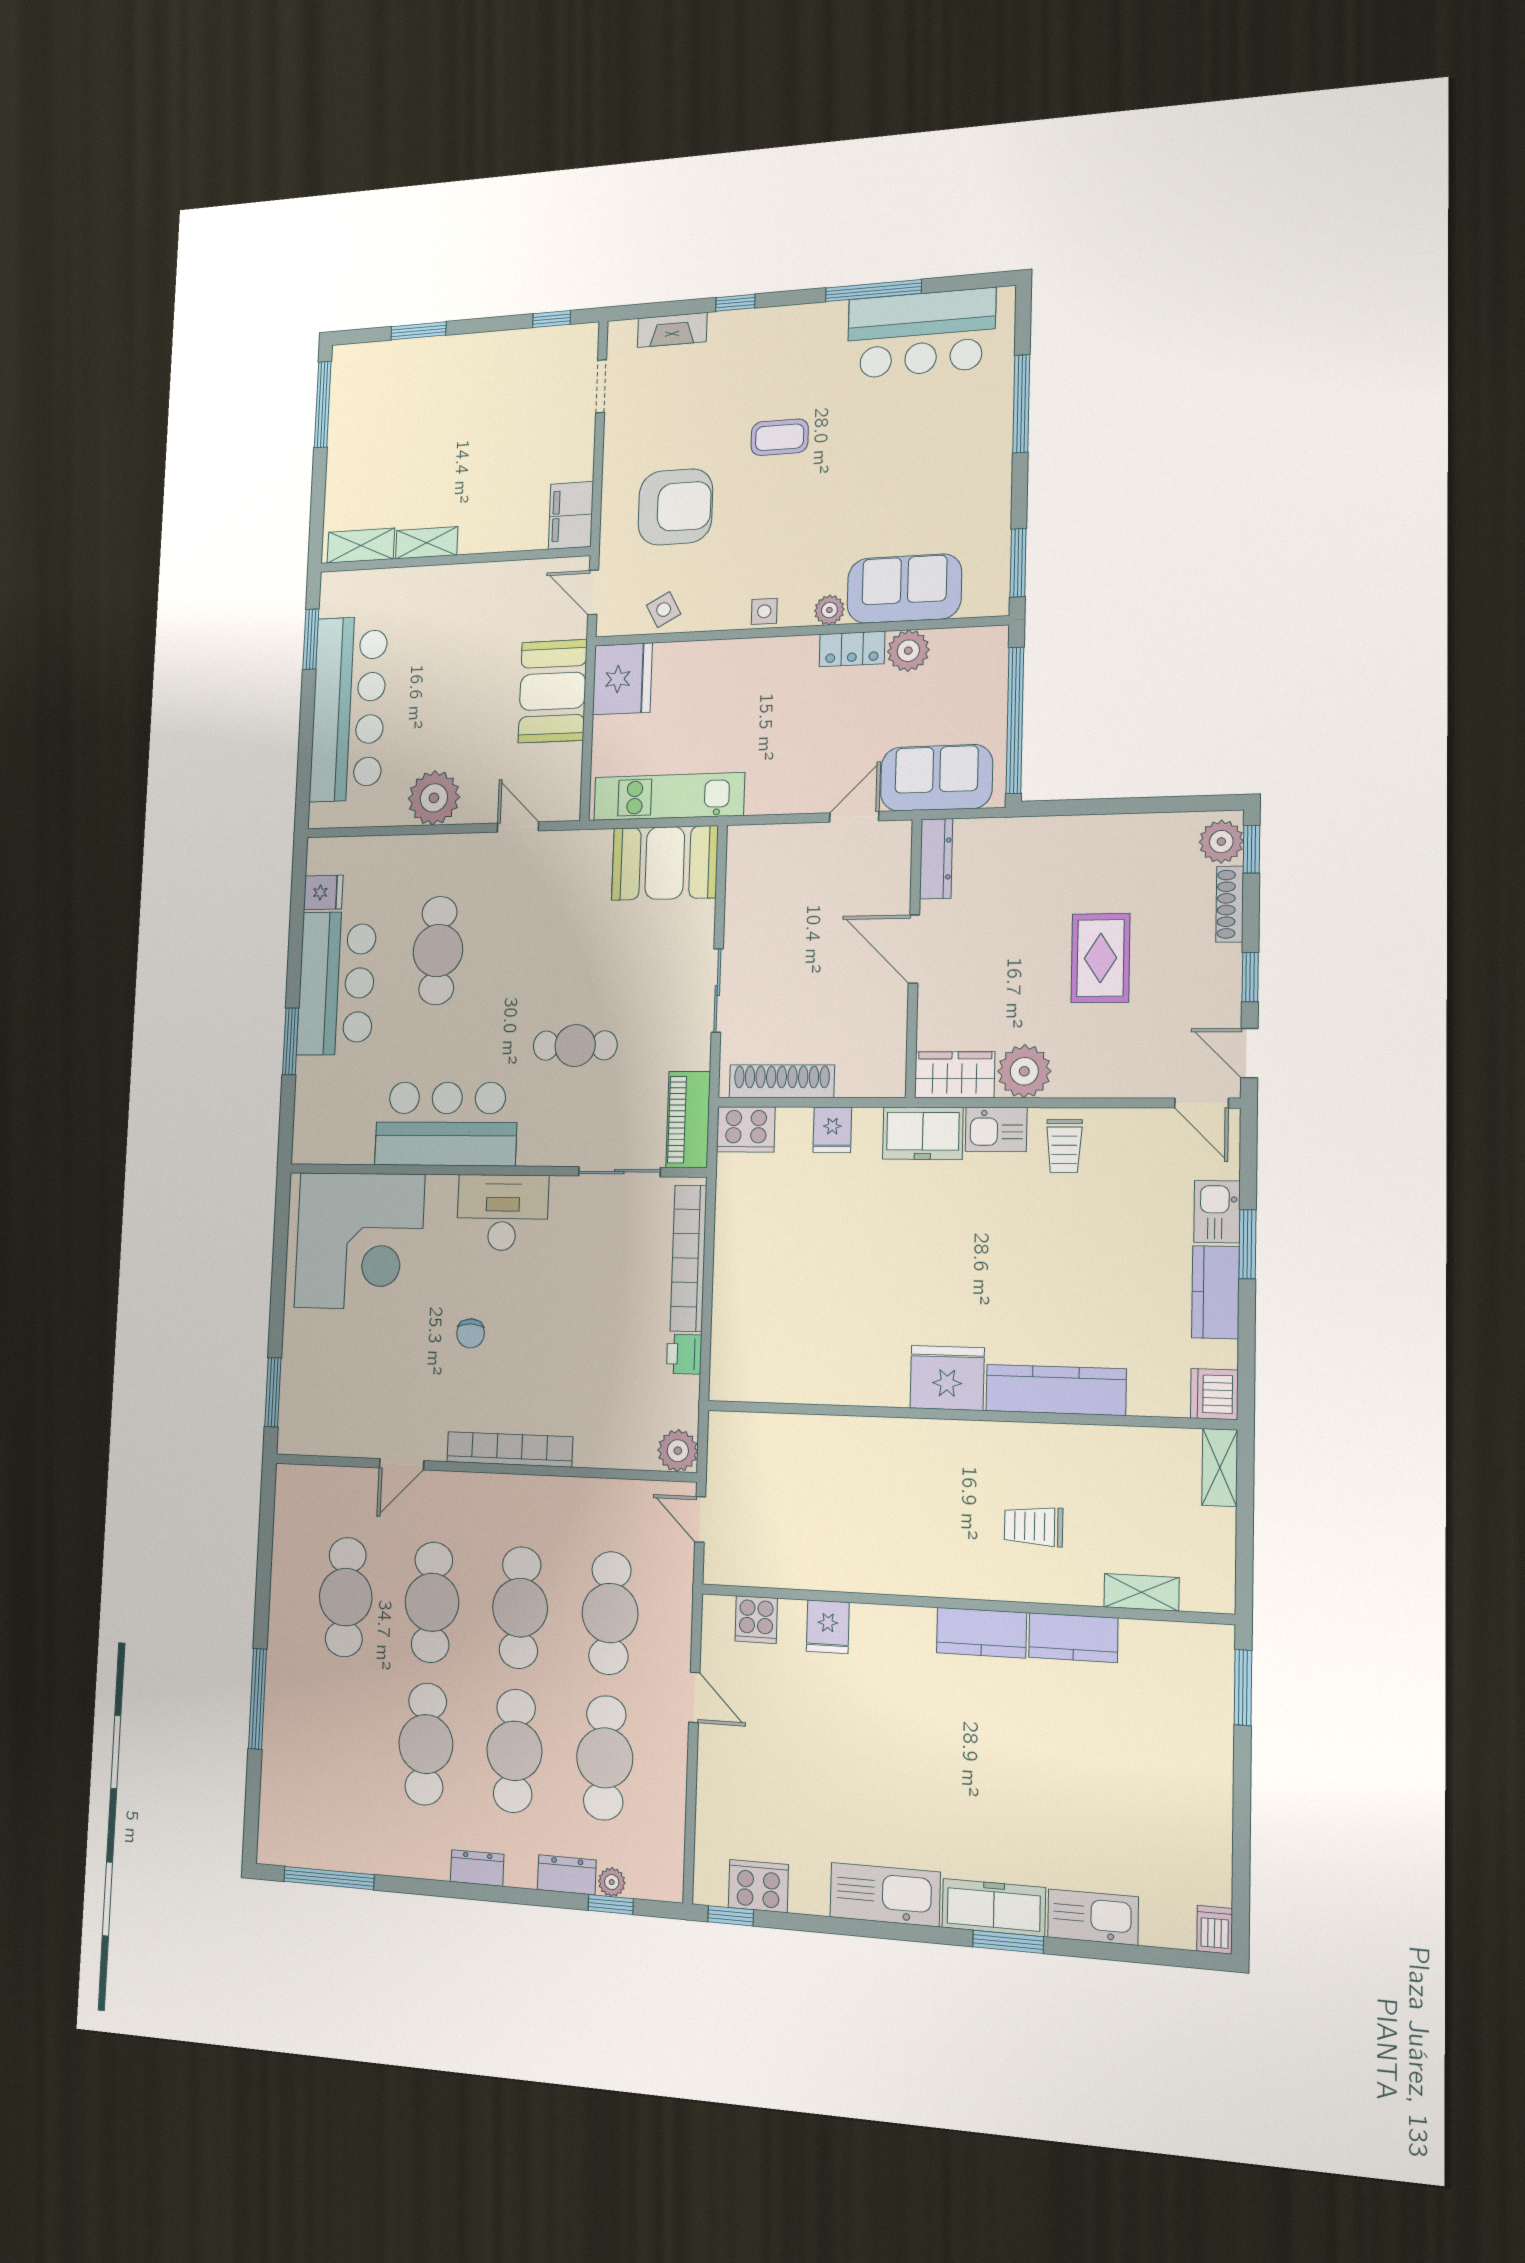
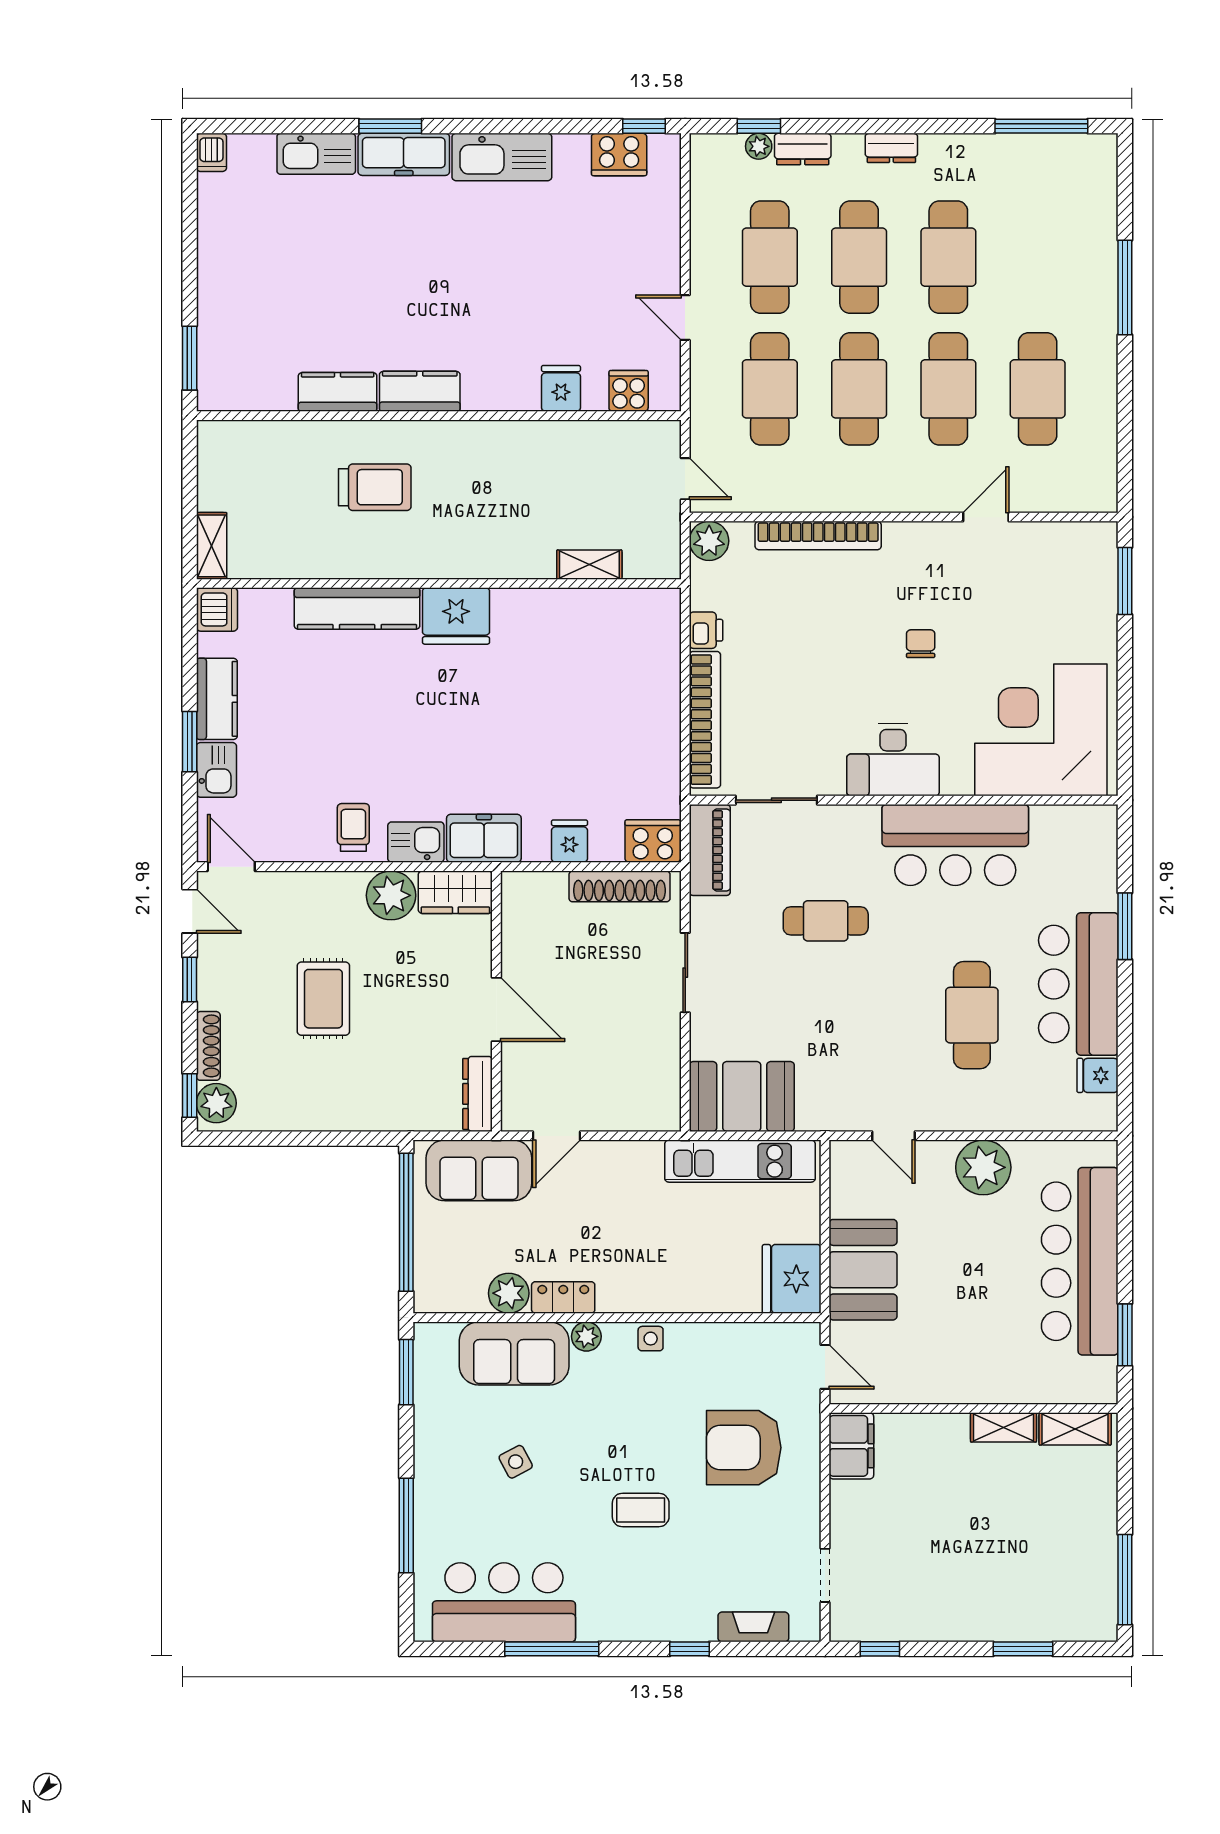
side table: (664, 610) -> (516, 1462), moved
bookcase: (510, 1449) -> (818, 536), moved
trolley: (1034, 1526) -> (375, 487), width x1.36, depth x1.39
shelving: (1142, 1592) -> (589, 565), moved

